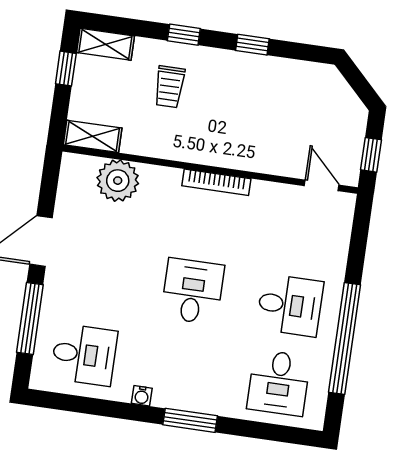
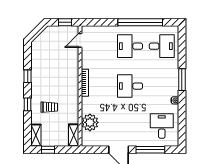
desk: (290, 305) -> (130, 46), turned -90

